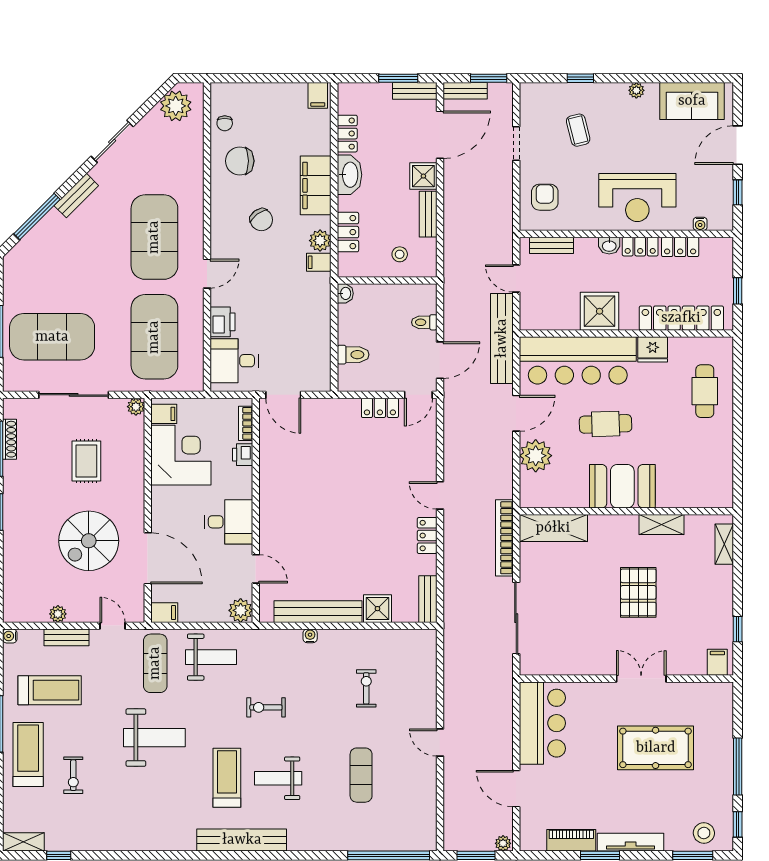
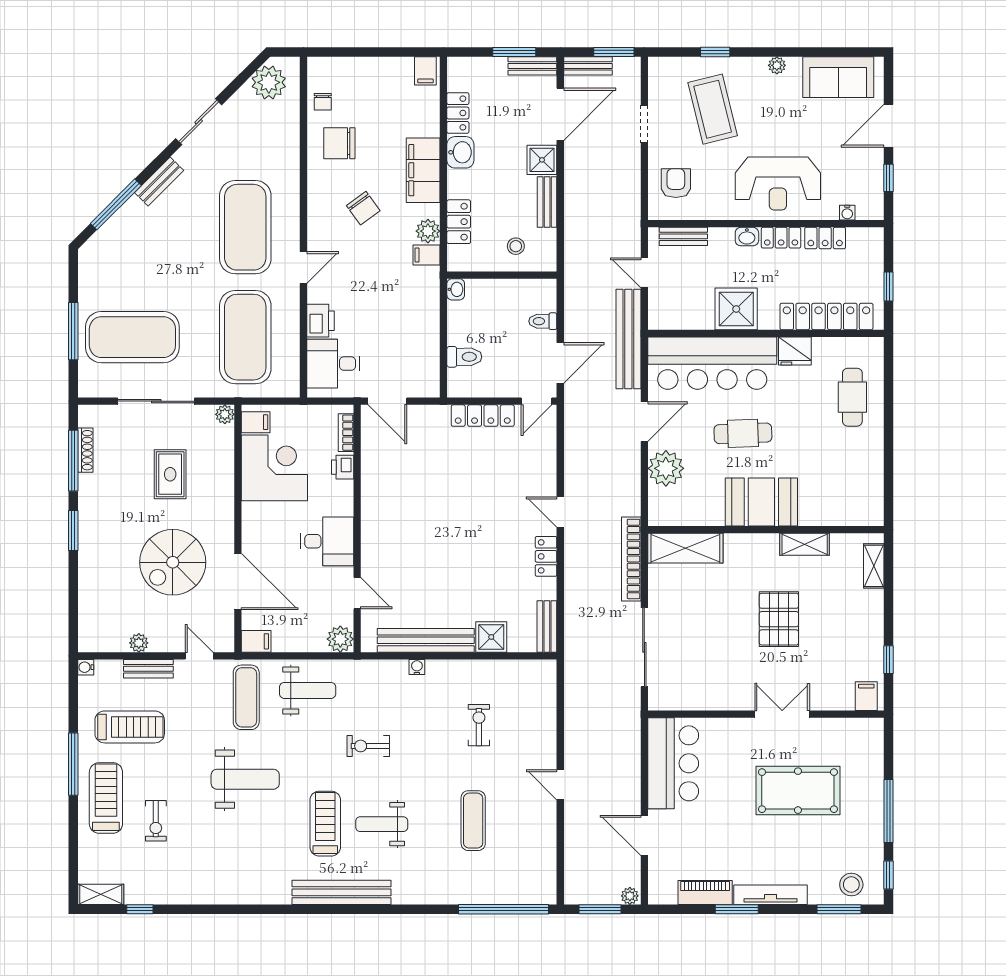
coffee table: (578, 130) -> (713, 109), width x1.86, depth x1.72
washbasin: (349, 175) -> (460, 152), width x0.72
locker: (380, 408) -> (483, 416), width x1.53

